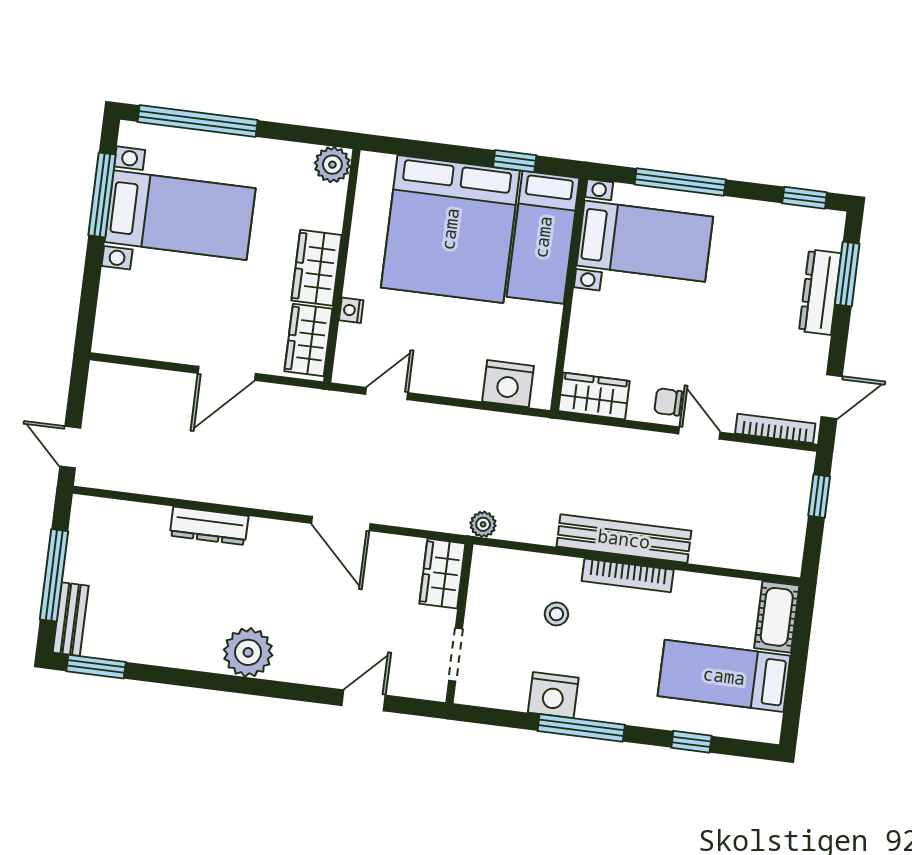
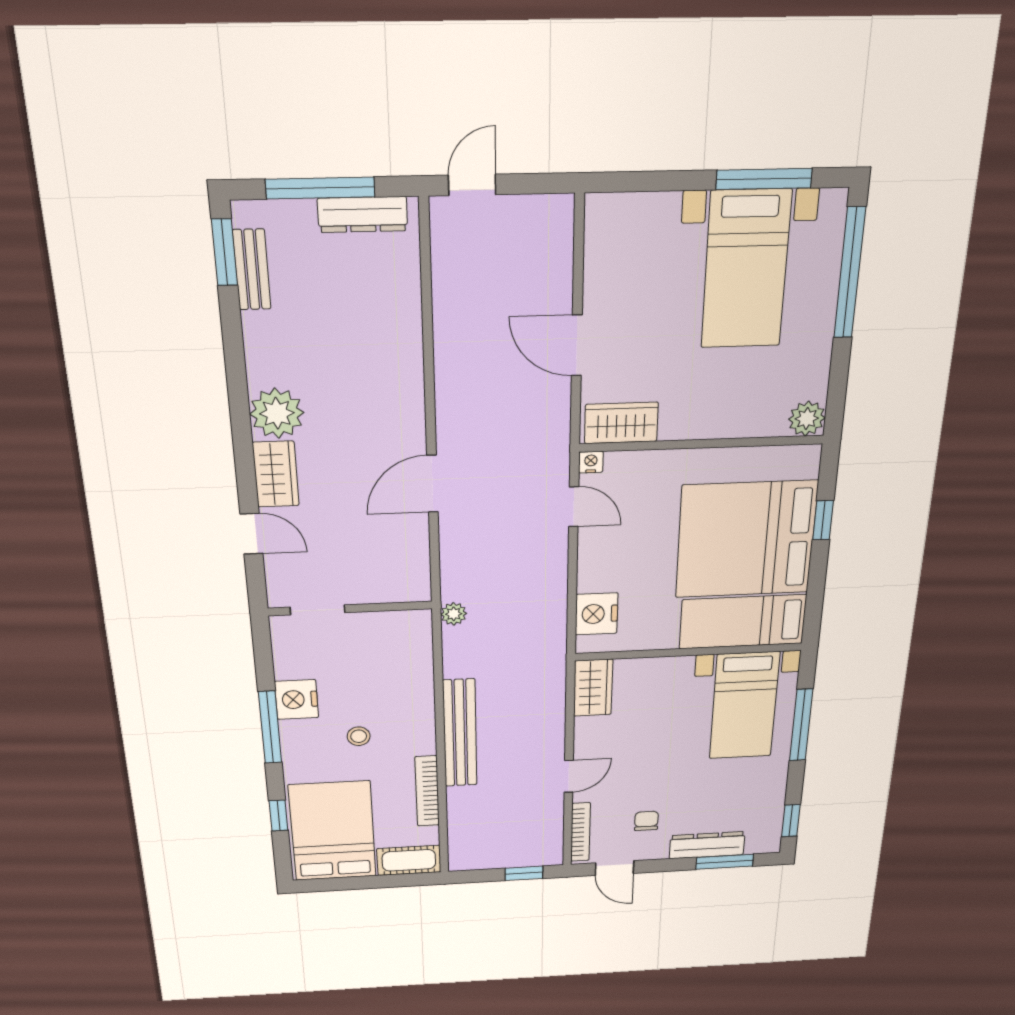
window: (515, 161) -> (823, 520), moved
wardrobe: (316, 268) -> (698, 419), removed
nightstand: (351, 310) -> (591, 462), moved
chair: (668, 402) -> (646, 821), moved
dresser: (209, 526) -> (363, 215), moved, turned -90
wardrobe: (442, 574) -> (276, 474), moved, turned 90
bookcase: (628, 575) -> (427, 791), moved
stool: (556, 614) -> (359, 736), moved
bench: (71, 619) -> (252, 270), moved, turned 90
bed: (724, 676) -> (333, 831), width x1.50

